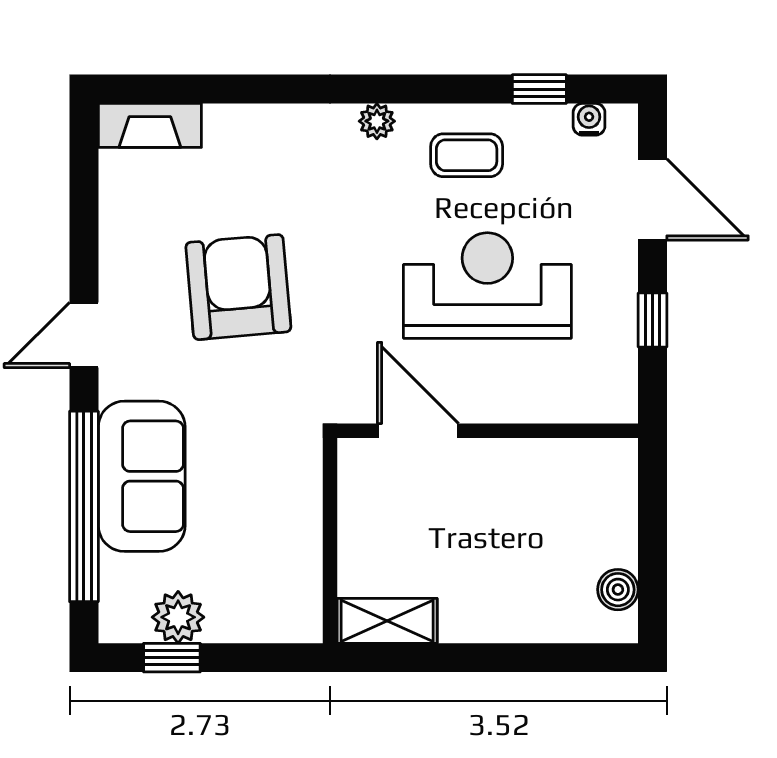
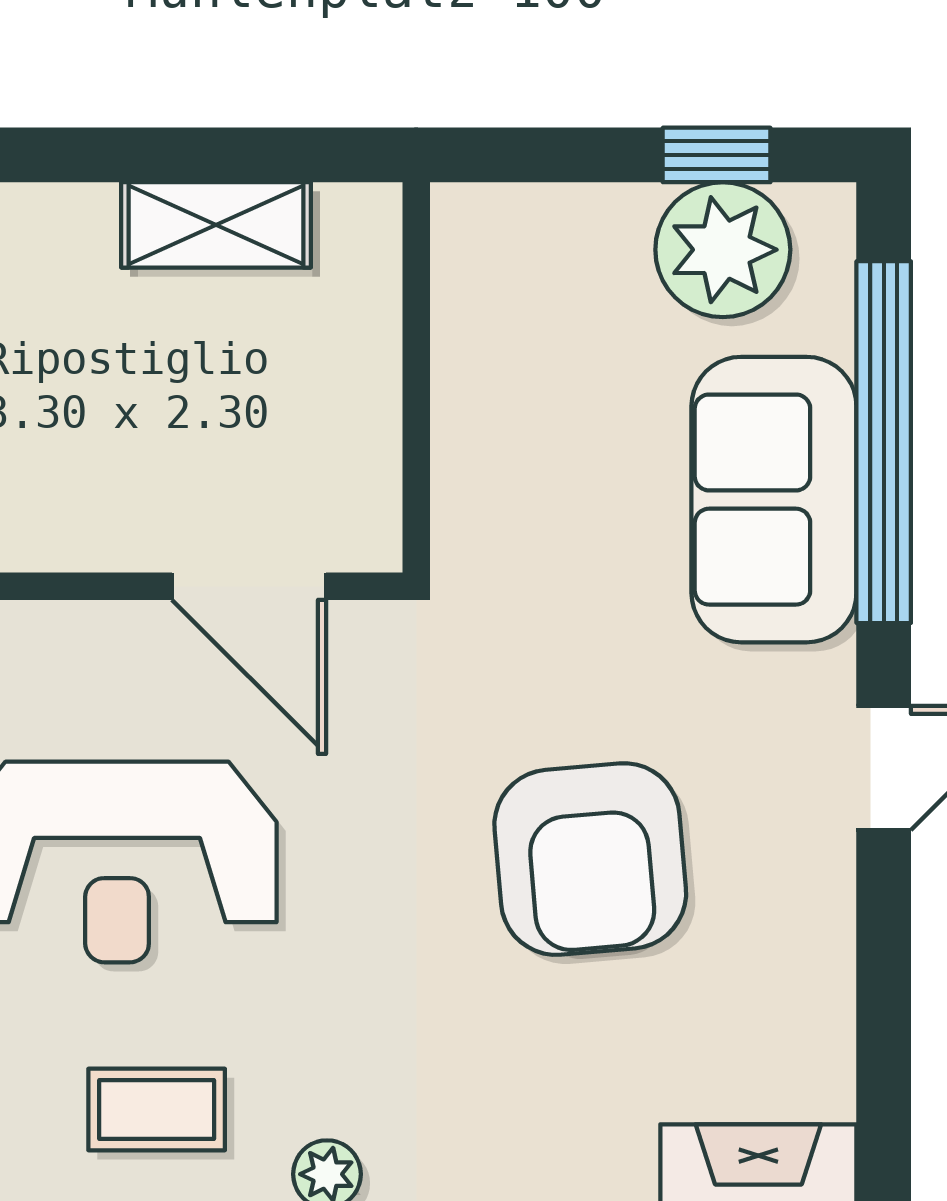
plant: (178, 617) -> (723, 250), width x1.36, depth x1.36
shelving: (387, 621) -> (216, 225), moved

